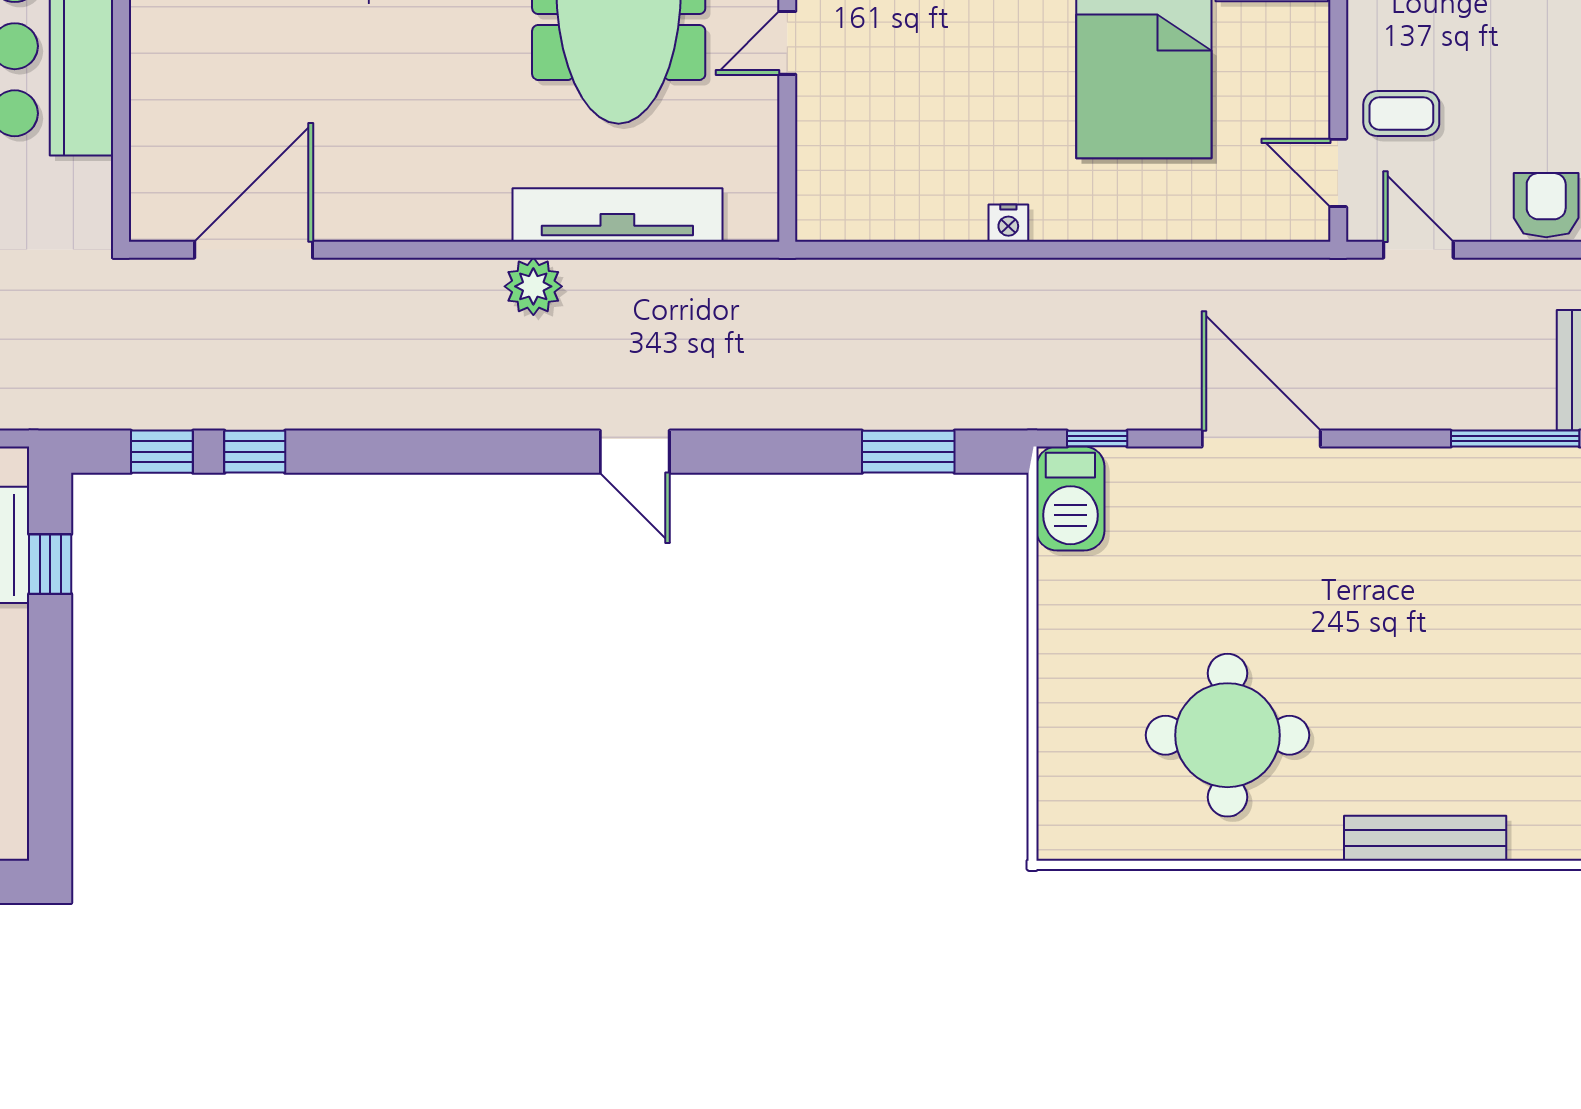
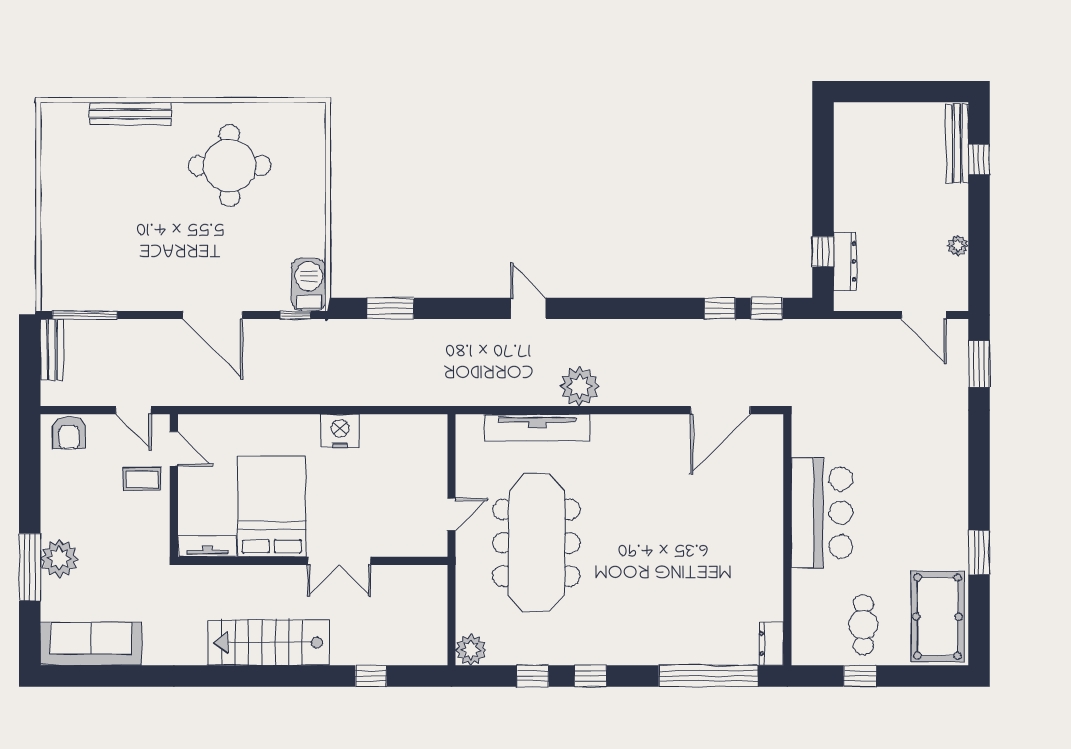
nightstand: (1008, 223) -> (340, 431), width x1.89, depth x1.79
plant: (533, 286) -> (580, 386), width x1.36, depth x1.36

